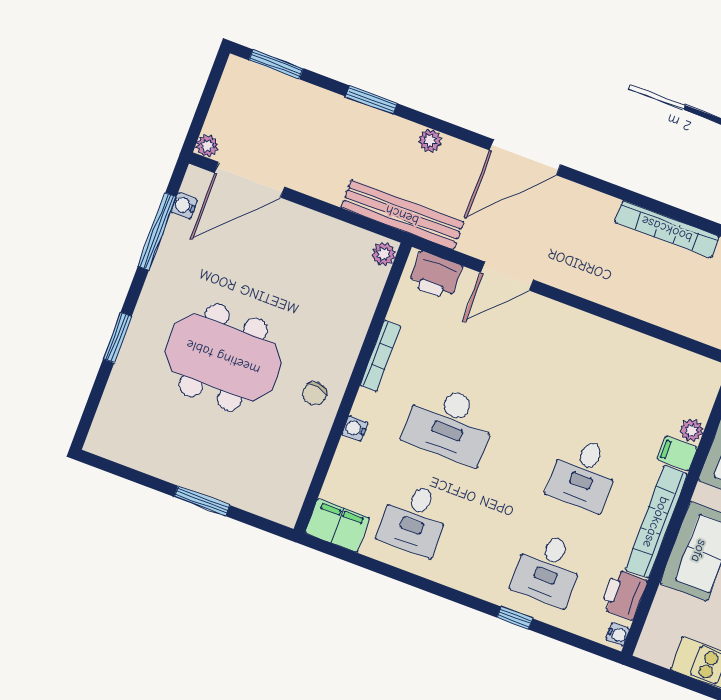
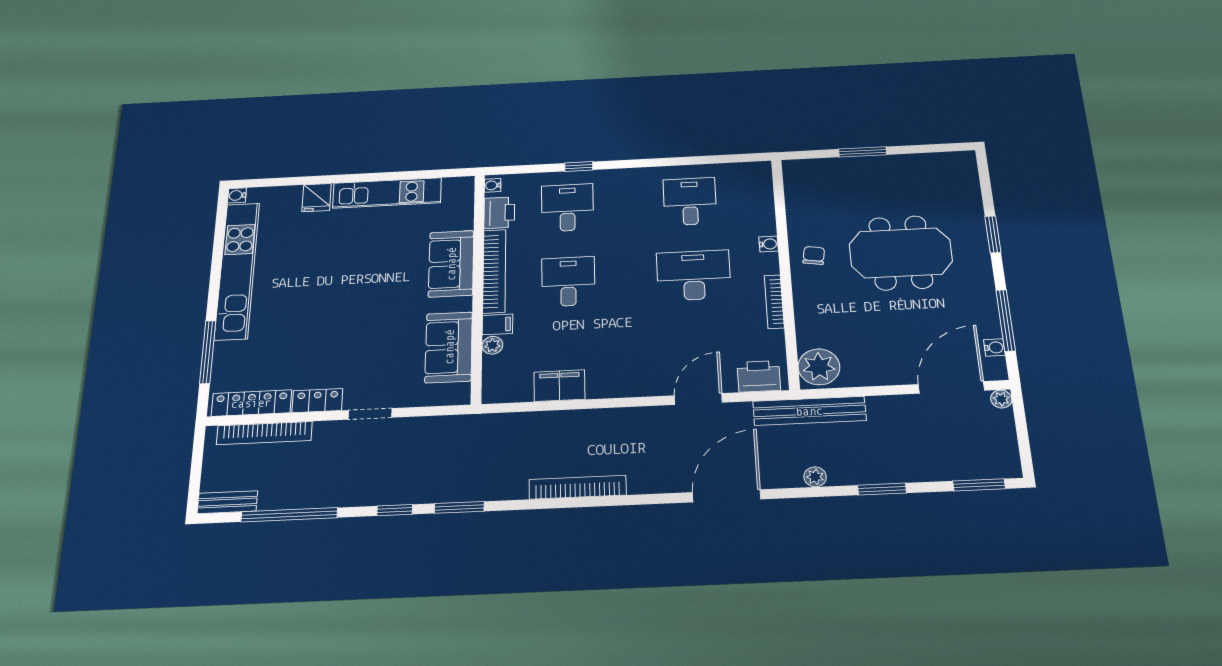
plant: (384, 254) -> (819, 367), width x1.88, depth x1.88
filing cabinet: (337, 525) -> (559, 386), moved, turned 180

